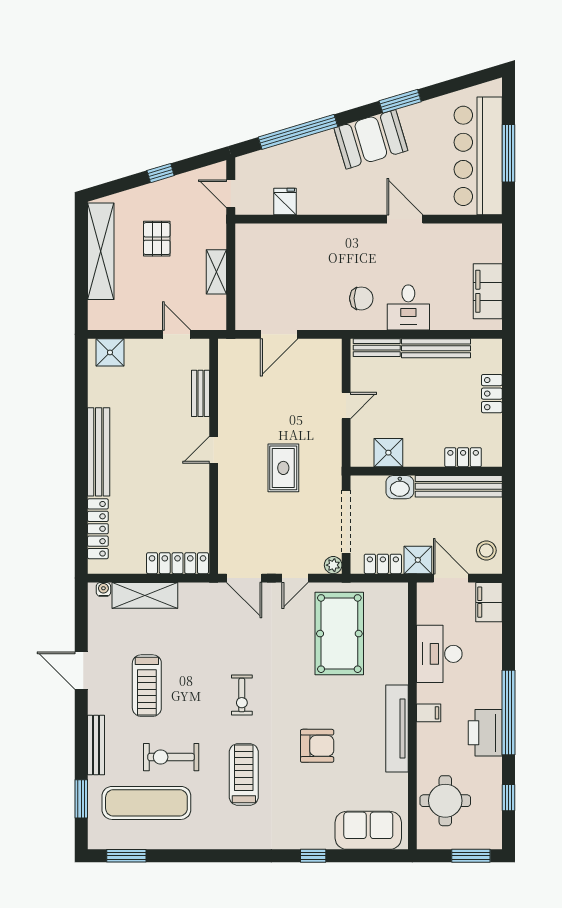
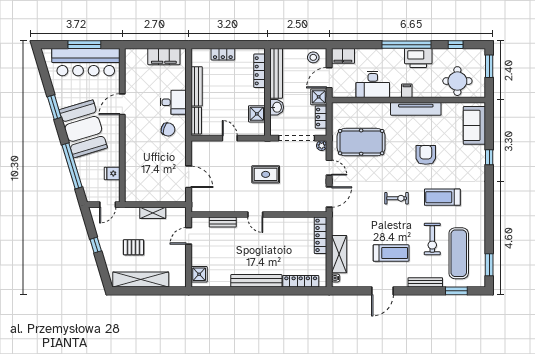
booth: (371, 139) -> (83, 129), width x1.36, depth x1.42
chair: (361, 298) -> (168, 129), turned 109
locker: (463, 457) -> (259, 71), width x1.53

